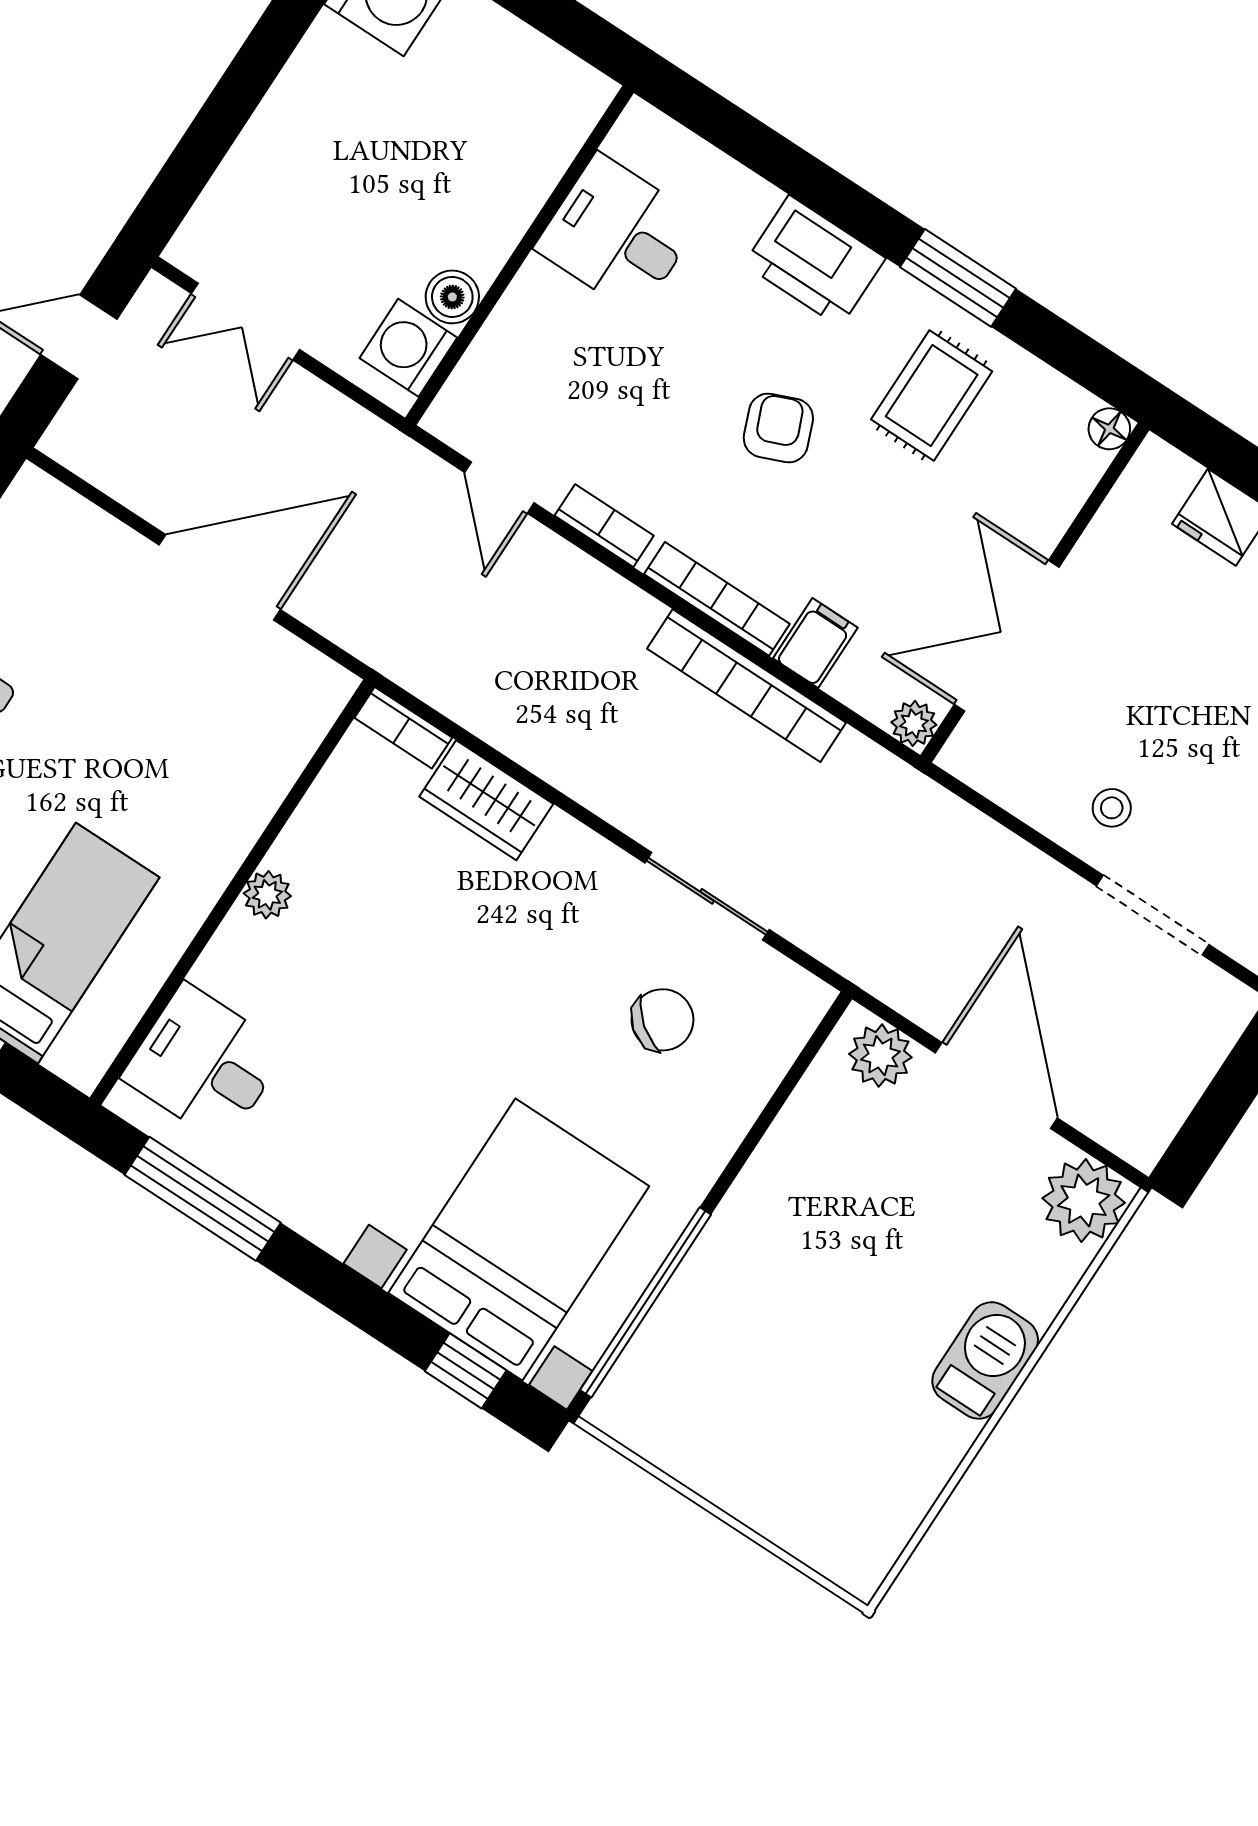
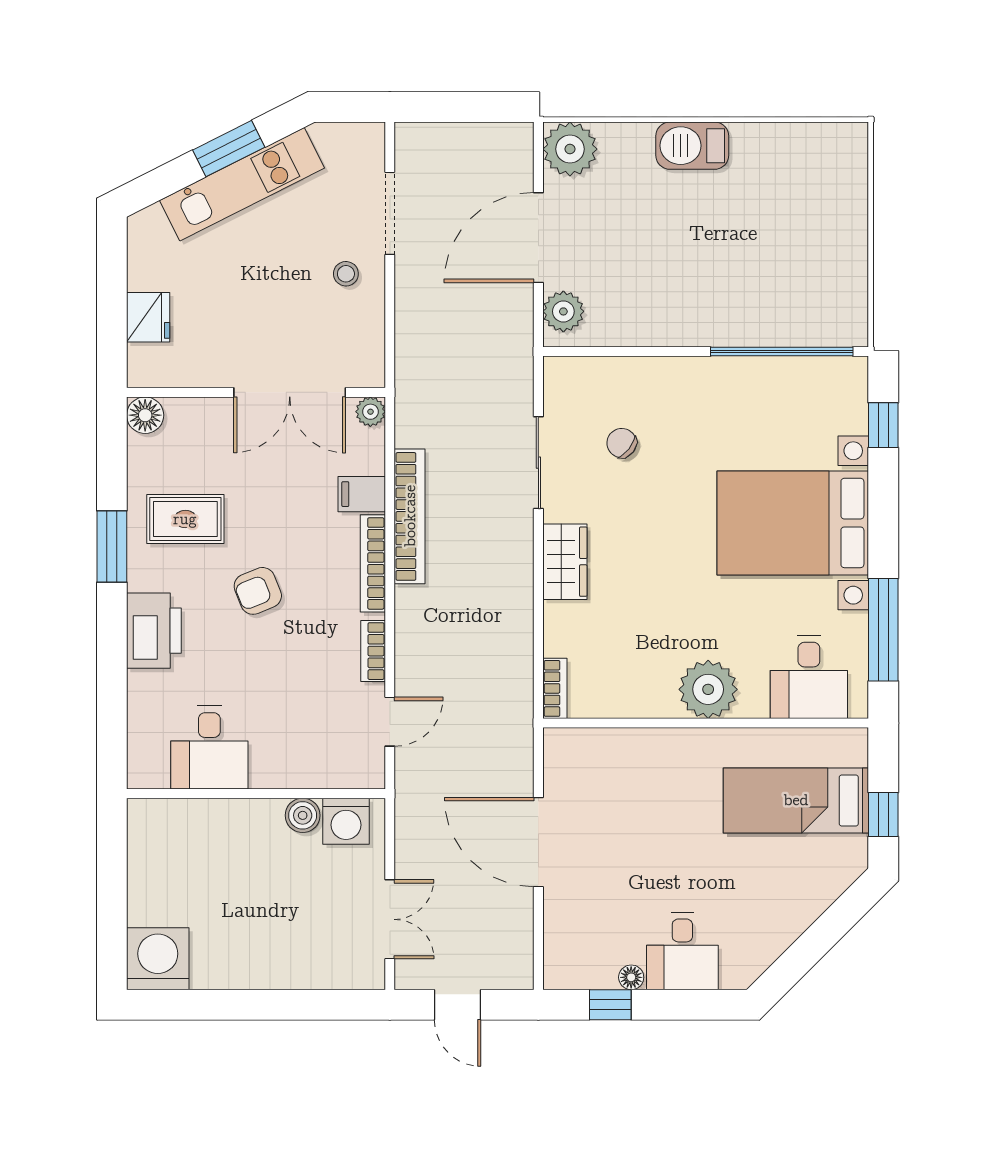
floor lamp: (1109, 429) -> (145, 415), width x1.37, depth x1.37
wardrobe: (486, 800) -> (565, 562), moved
plant: (267, 895) -> (708, 689), width x1.87, depth x1.87
chair: (662, 1020) -> (622, 443), width x0.73, depth x0.73
bed with nightstands: (519, 1240) -> (793, 523), moved

